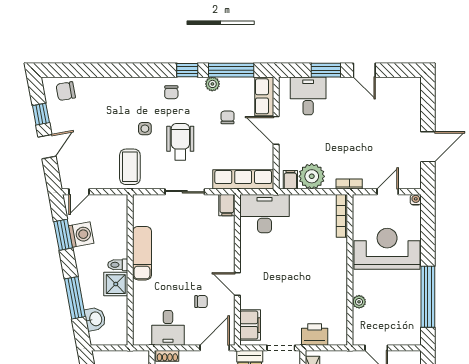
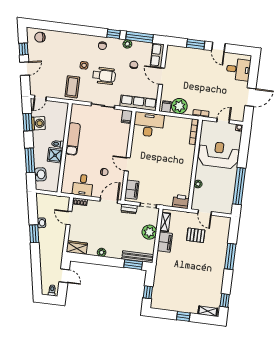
desk: (308, 96) -> (238, 69), moved, turned 90
wheelchair: (180, 142) -> (104, 76), turned 90
printer: (315, 334) -> (181, 202), moved

